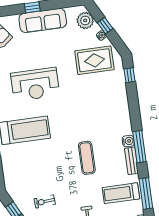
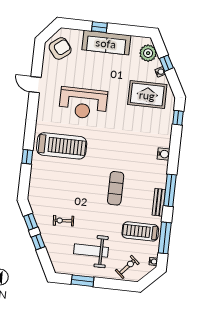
water cooler: (128, 141) -> (163, 154), moved

